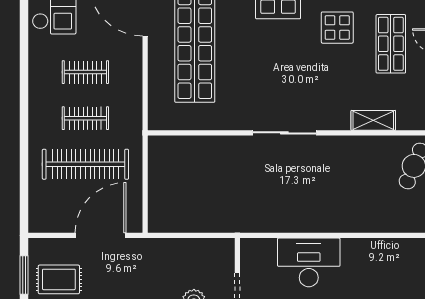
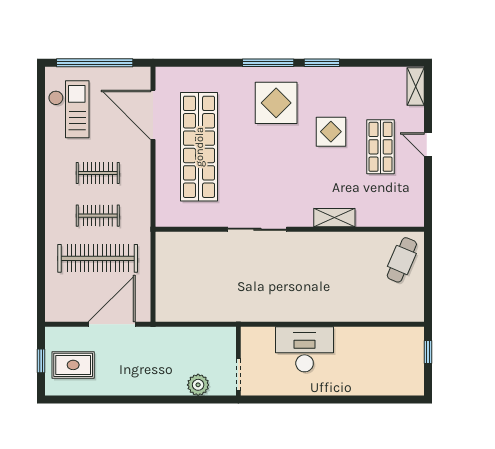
shelving: (373, 120) -> (334, 218), moved
sliding door: (284, 133) -> (257, 229), moved
window: (24, 275) -> (41, 361), width x0.67

